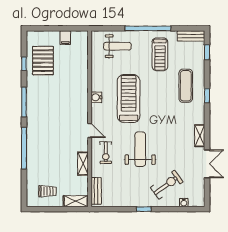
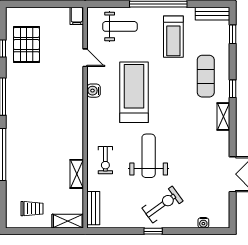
filing cabinet: (65, 38) -> (77, 16), moved
door: (90, 131) -> (85, 58), moved
shelving: (200, 136) -> (223, 117), moved
exercise bike: (167, 185) -> (162, 205), moved

